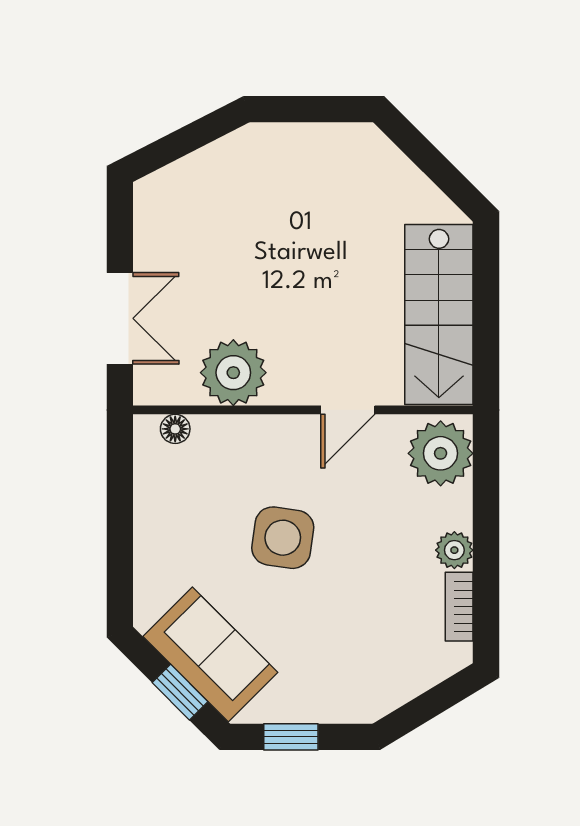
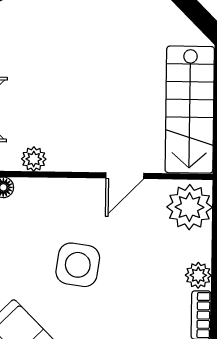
plant: (233, 373) -> (34, 159), width x0.53, depth x0.53

